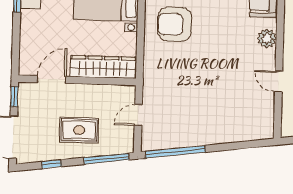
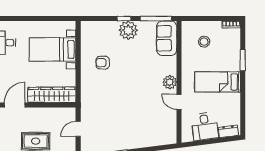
armchair: (175, 24) -> (103, 63), width x0.53, depth x0.53
plant: (267, 38) -> (170, 82), moved

